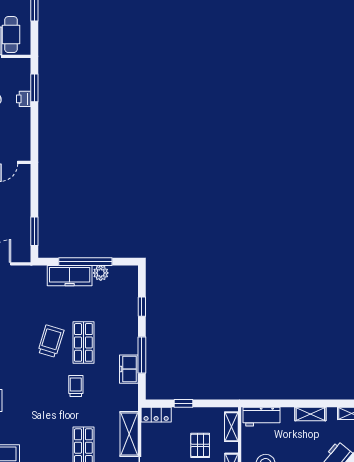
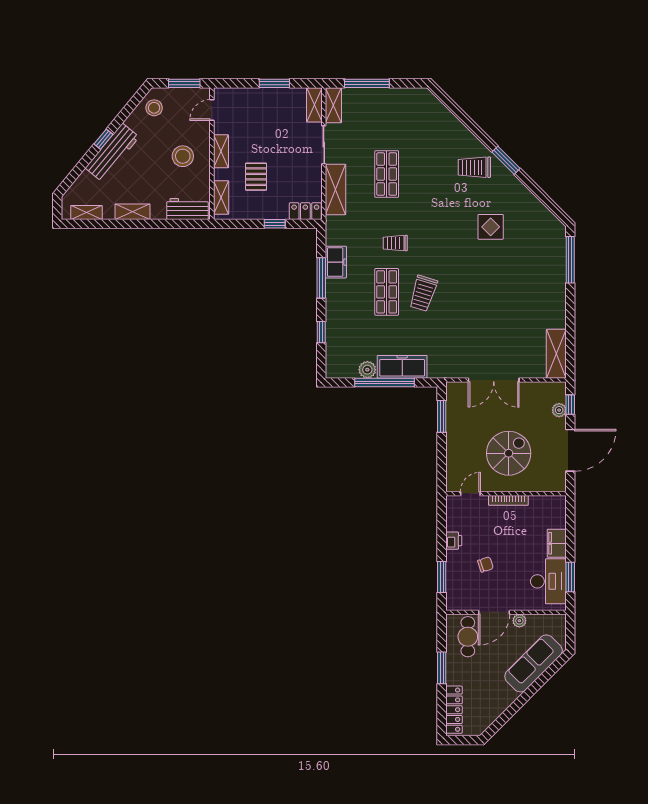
printer: (24, 99) -> (454, 541), moved
trolley: (76, 386) -> (395, 243), turned 90

